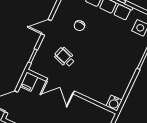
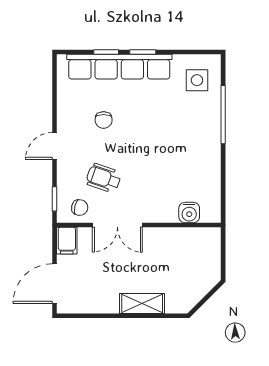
chair: (44, 67) -> (80, 208), added
water cooler: (114, 103) -> (189, 213), moved

